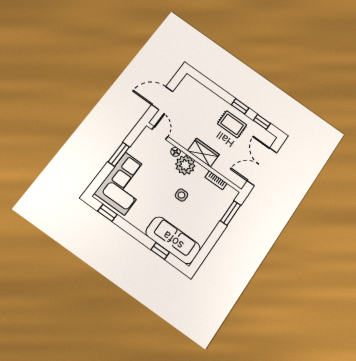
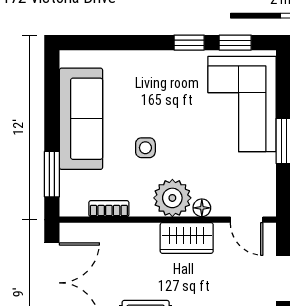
wardrobe: (203, 153) -> (187, 238), moved
sofa: (173, 240) -> (81, 119), moved, turned -90
window: (160, 251) -> (189, 43), moved

